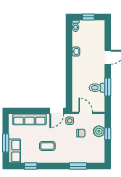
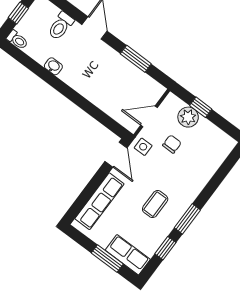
toilet: (97, 88) -> (61, 26), moved
window: (78, 166) -> (187, 219), moved

